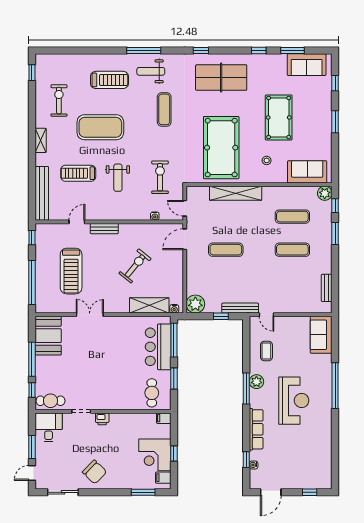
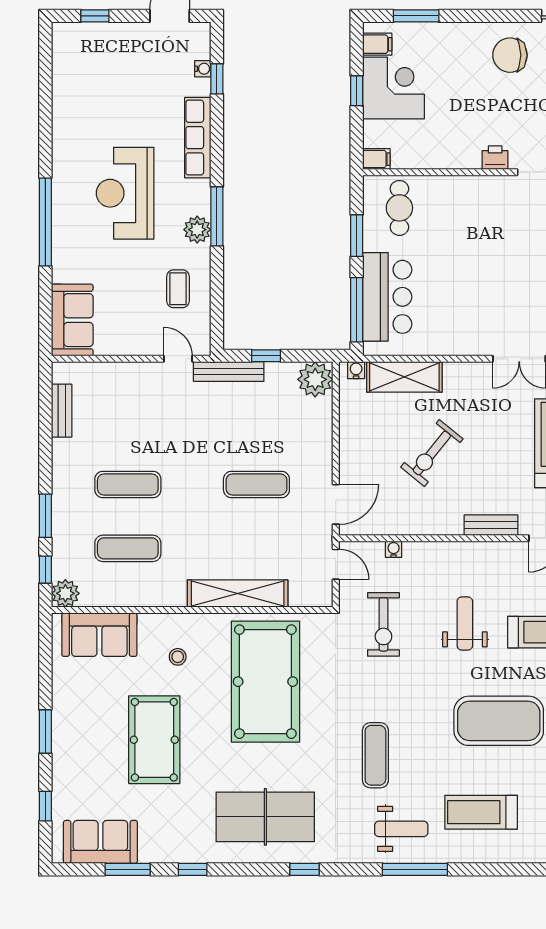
chair: (95, 472) -> (510, 55), turned -44

